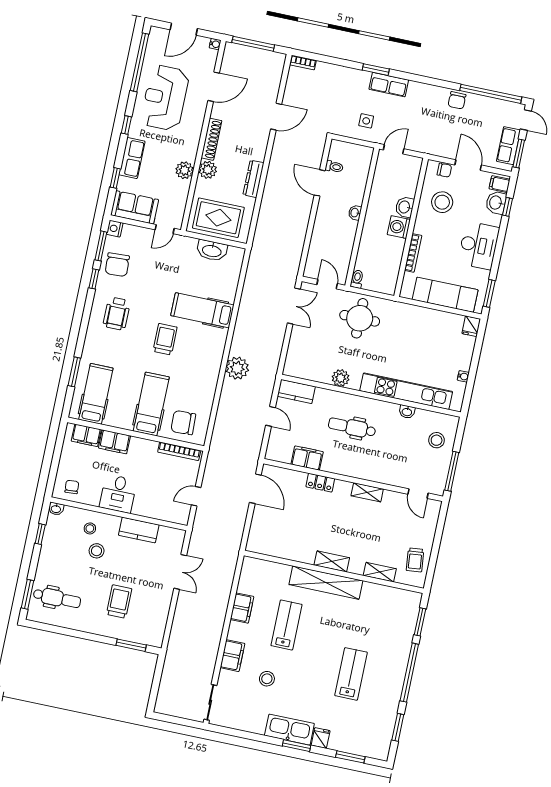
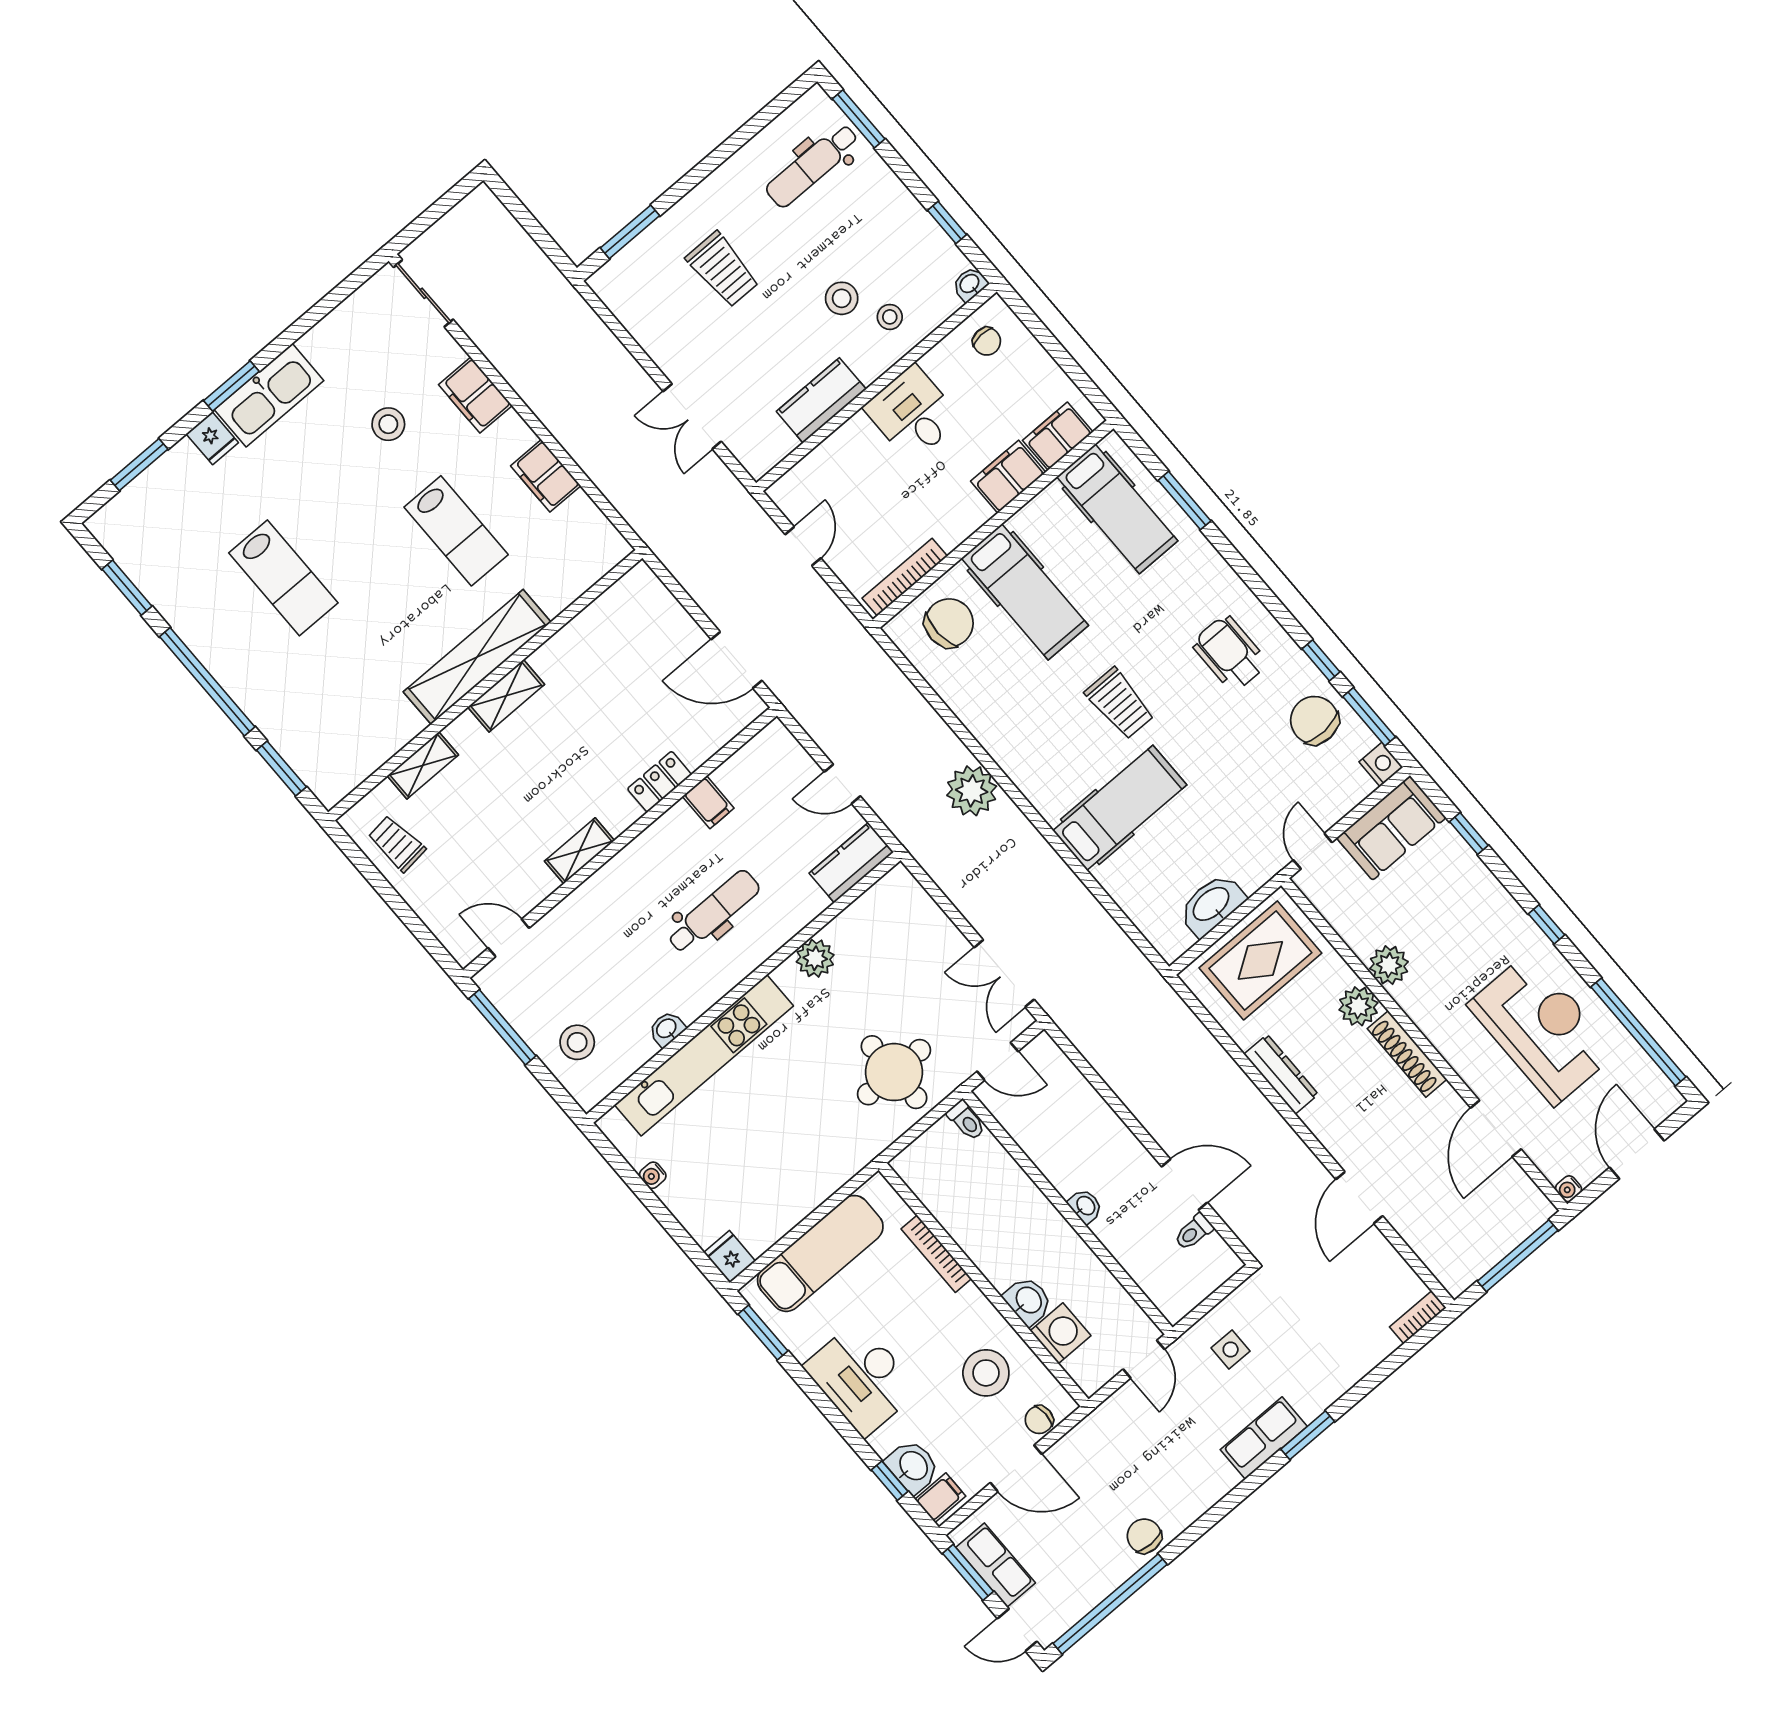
row of seats: (132, 158) -> (1481, 890), removed
washing machine: (399, 227) -> (1060, 1333), moved
filing cabinet: (307, 458) -> (708, 802), width x0.50

